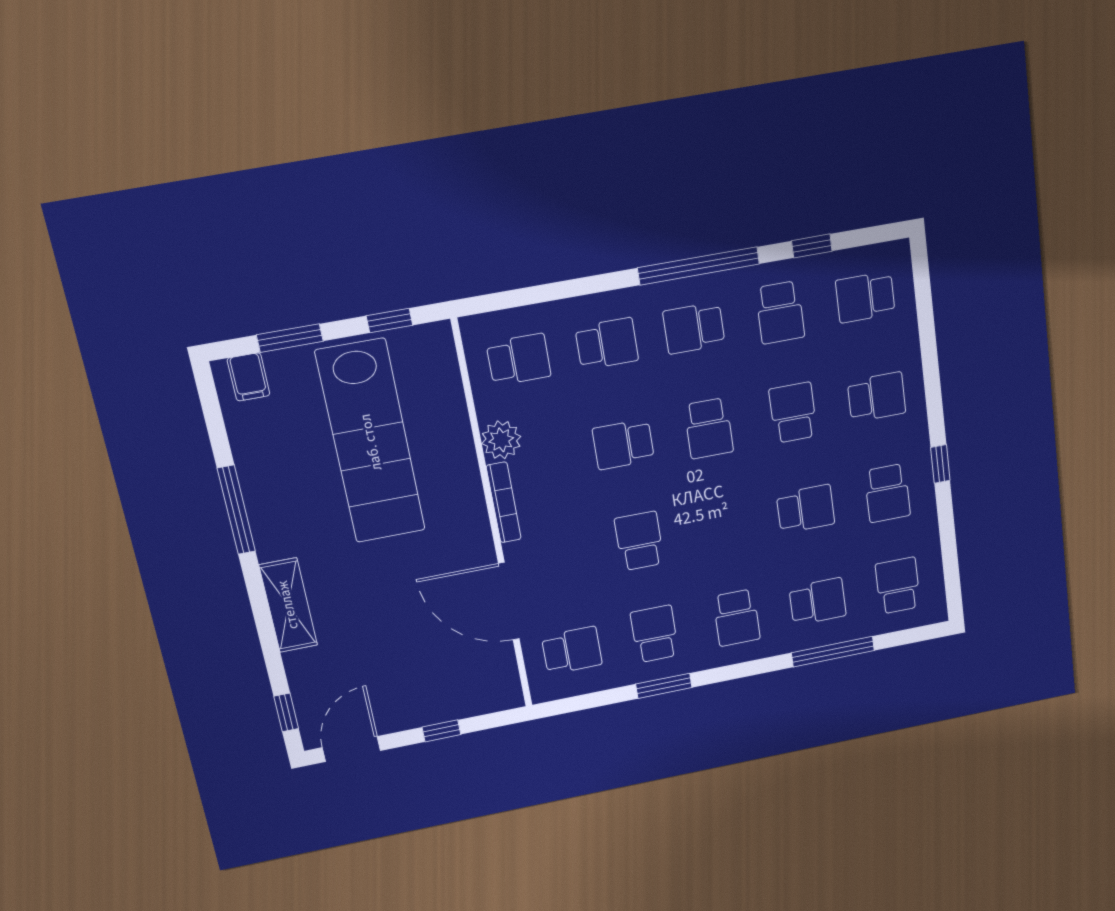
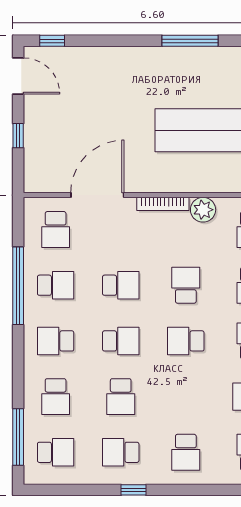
school desk: (793, 413) -> (121, 341), moved
shelving: (288, 605) -> (123, 58), removed
window: (833, 652) -> (18, 437), moved
window: (664, 686) -> (18, 286), width x2.11

